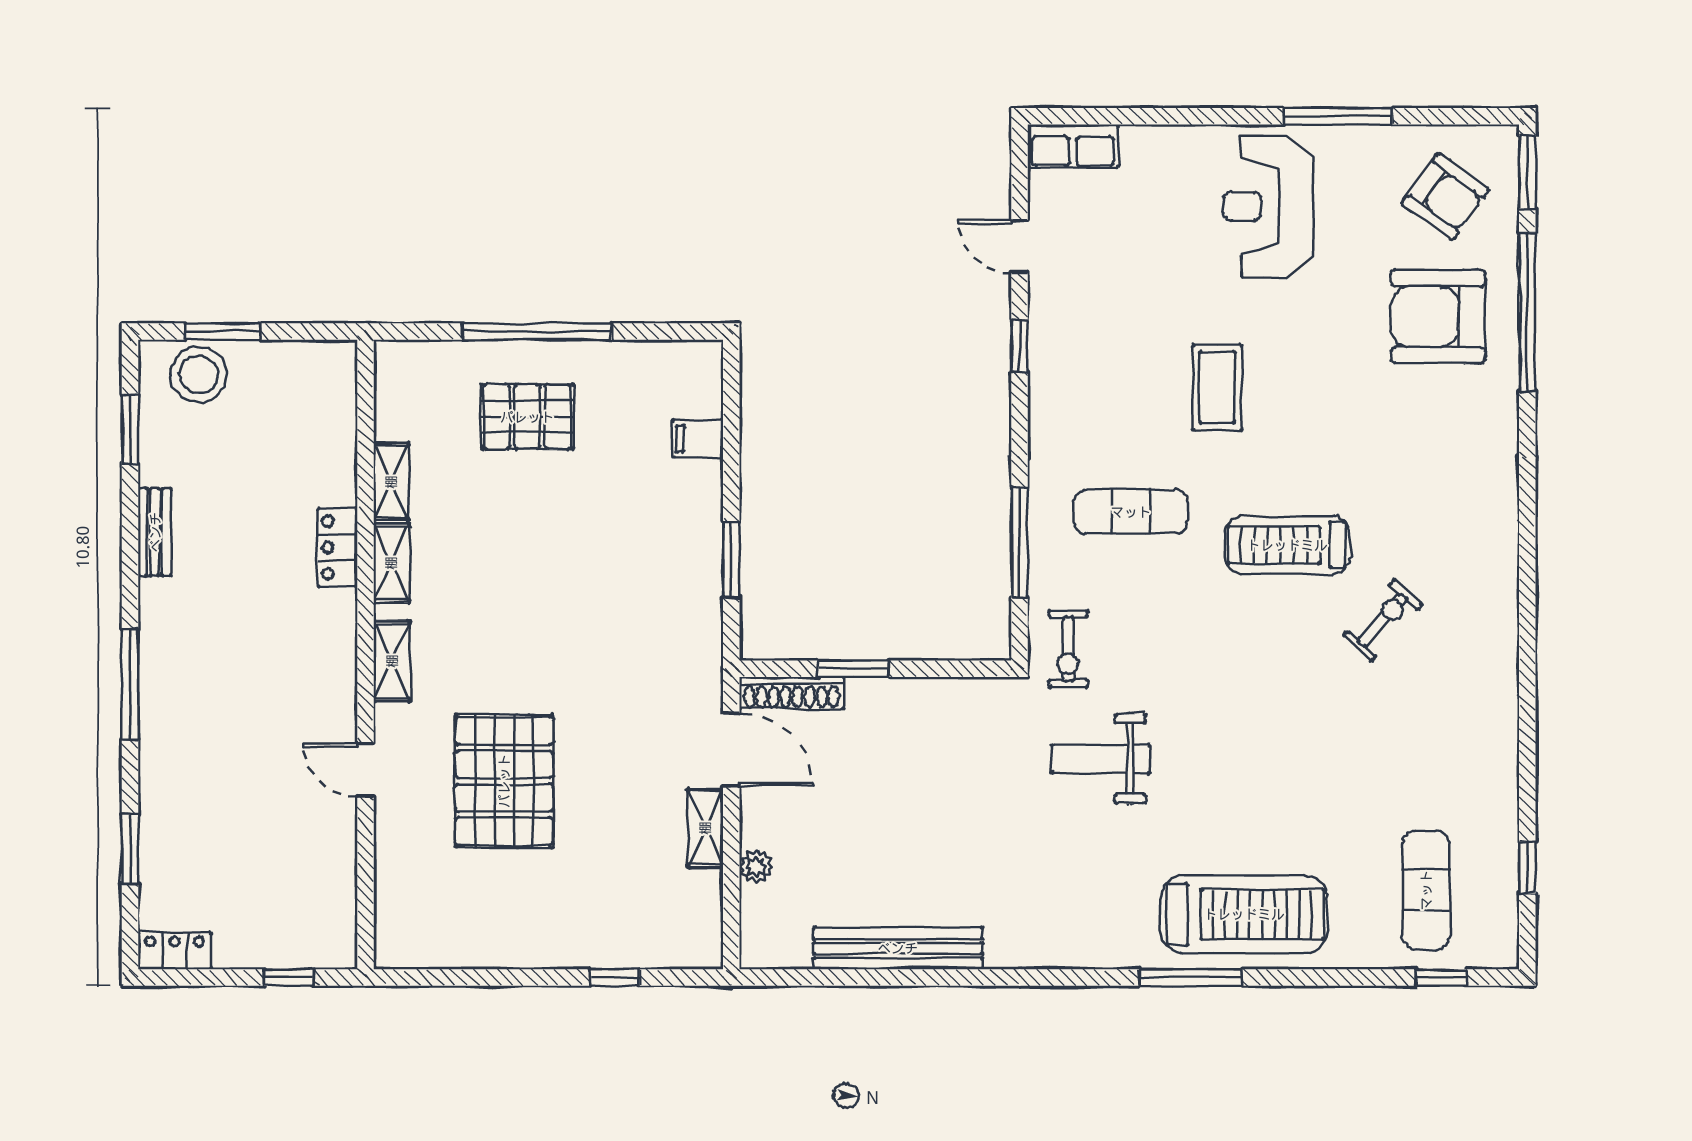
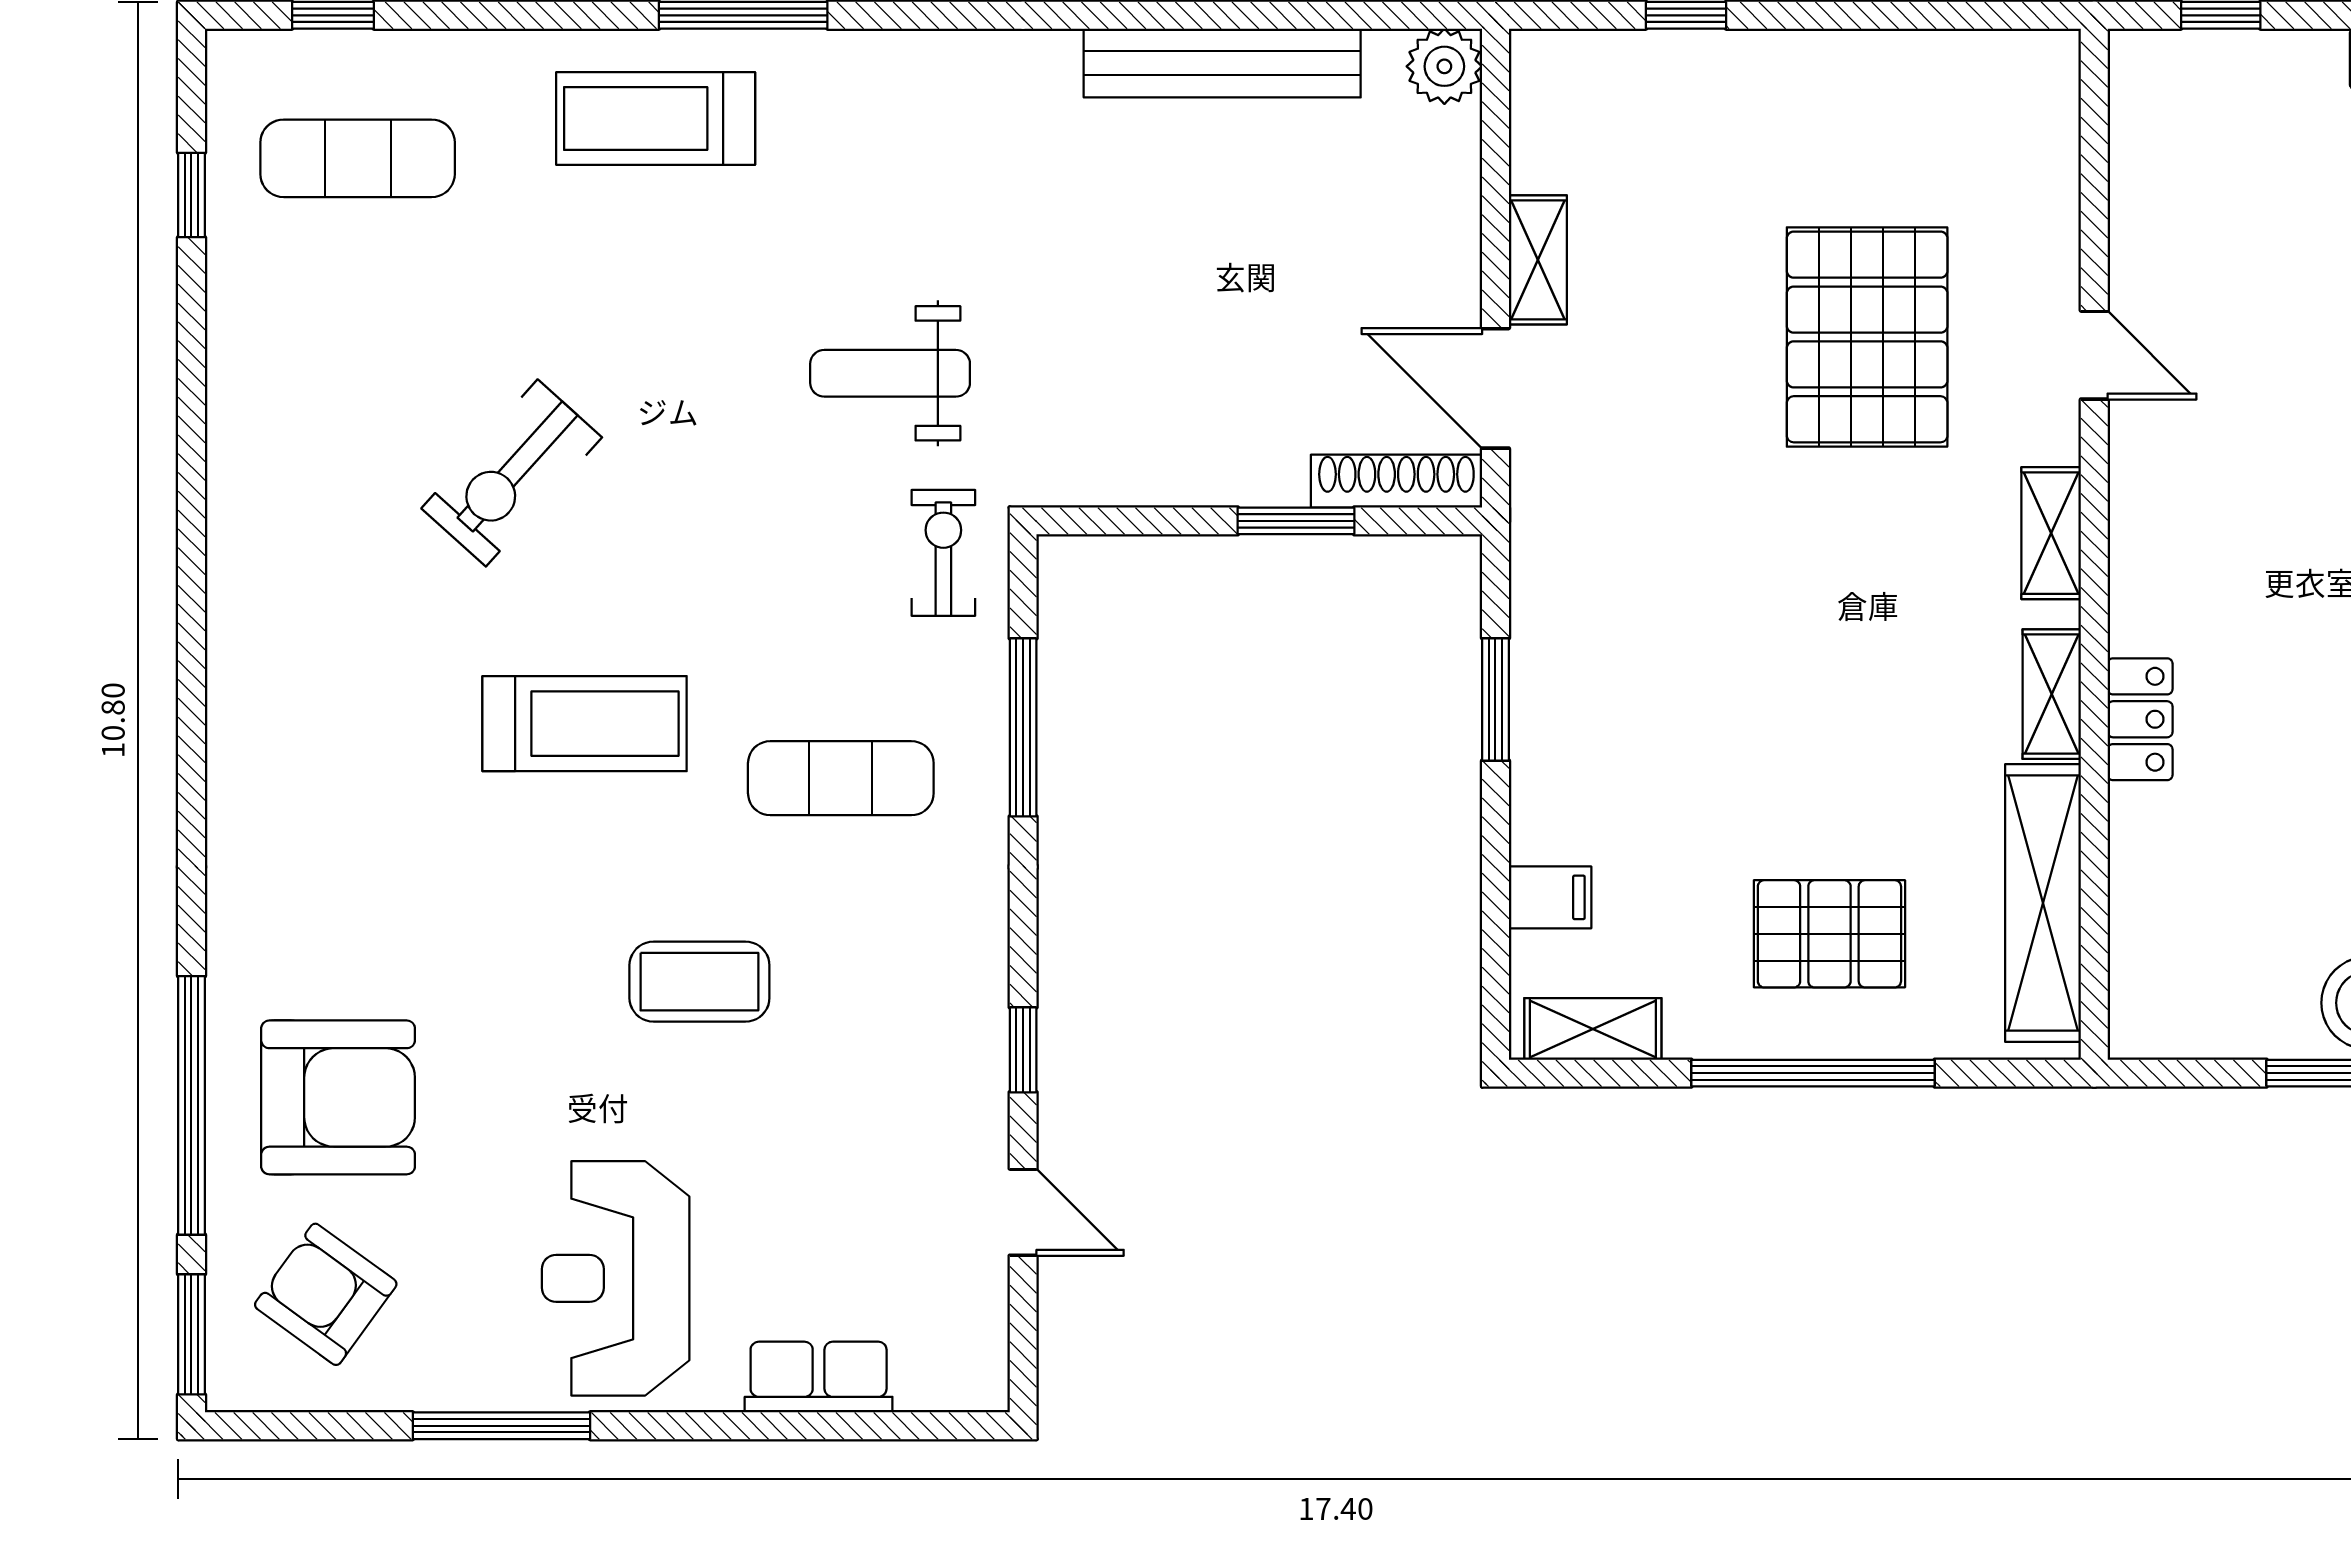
row of seats: (1073, 146) -> (819, 1377), moved
reception desk: (1268, 206) -> (616, 1278), turned 180
shelving: (672, 358) -> (1593, 1029), added
coffee table: (1217, 387) -> (699, 982), turned 90
shelving: (391, 482) -> (2043, 903), width x2.20, depth x1.33
exercise bike: (1383, 620) -> (512, 473), moved, width x1.38, depth x1.39
weight bench: (1101, 759) -> (890, 373), turned 180
plant: (756, 867) -> (1444, 66), moved, width x1.38, depth x1.38
exercise mat: (1426, 890) -> (358, 158), turned 90
treadmill: (1244, 914) -> (656, 119), width x0.73, depth x0.73

